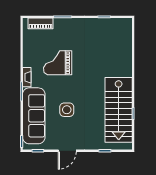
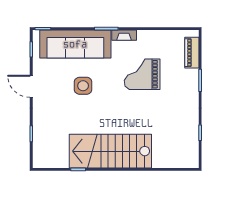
grand piano: (58, 63) -> (142, 74), turned -90
stairs: (119, 110) -> (110, 151), moved

